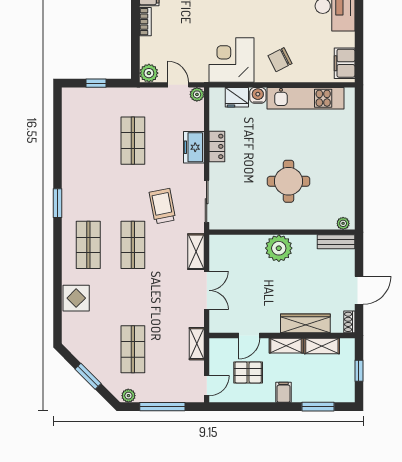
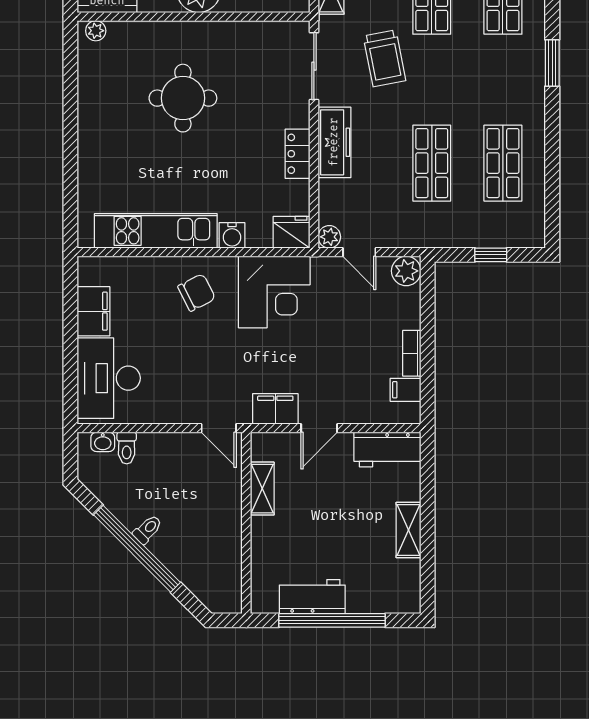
filing cabinet: (345, 63) -> (93, 311), moved
fridge: (237, 97) -> (292, 232), moved
shop shelf: (88, 141) -> (503, 163), added
freezer: (194, 147) -> (334, 142), width x1.40

